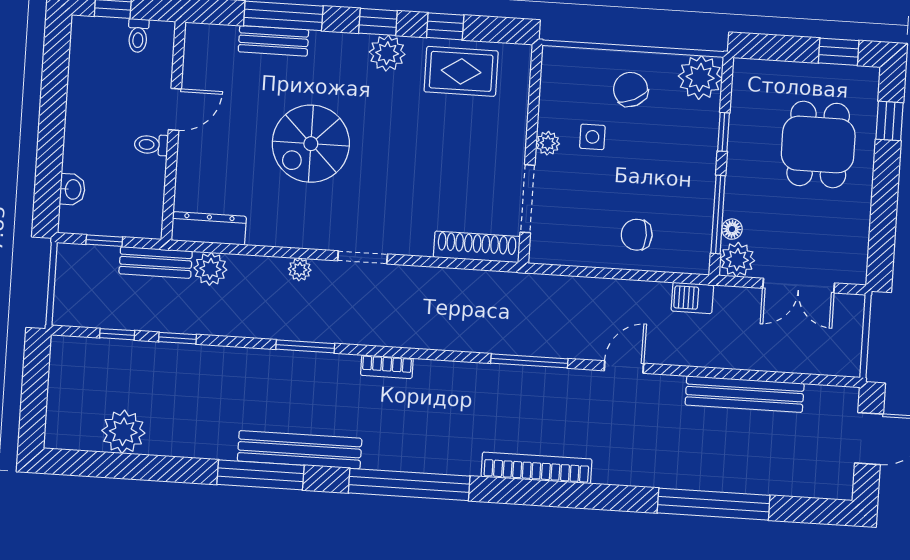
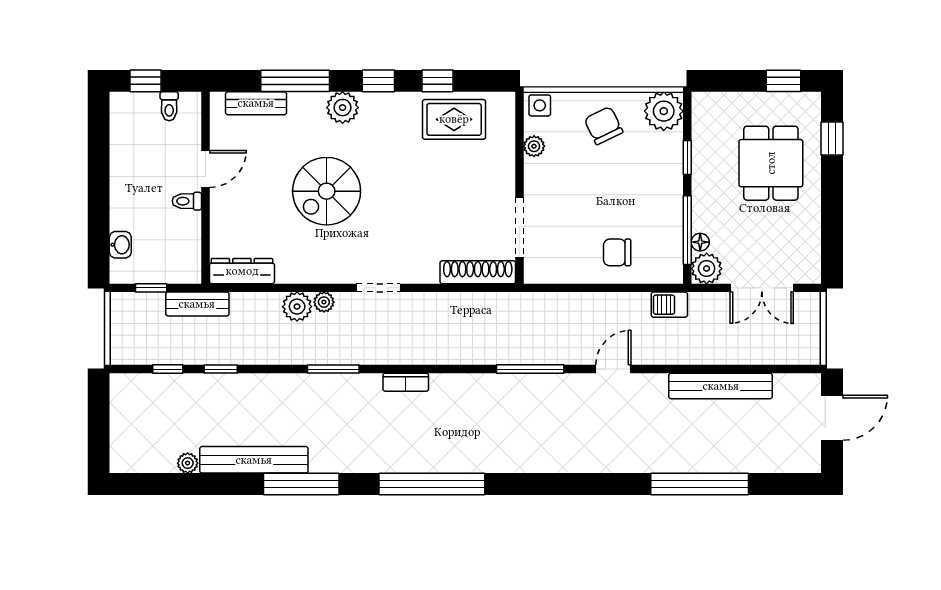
bench: (273, 41) -> (256, 103), moved
plant: (387, 53) -> (343, 108), moved
side table: (592, 137) -> (540, 105), moved
plant: (548, 143) -> (534, 146), moved
plant: (210, 269) -> (297, 307), moved
plant: (123, 432) -> (188, 463), width x0.53, depth x0.53
bench: (300, 450) -> (254, 460), moved
bookcase: (536, 468) -> (543, 462), removed

